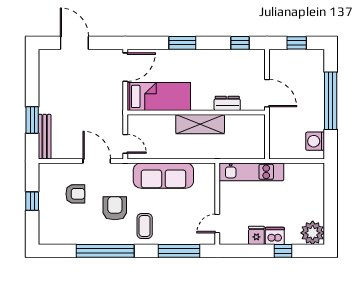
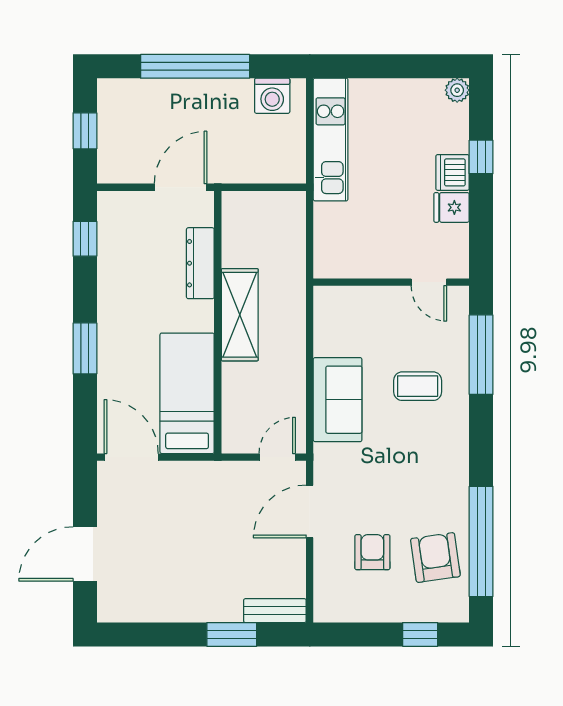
dresser: (227, 103) -> (200, 263), width x1.44
bench: (45, 137) -> (275, 611), width x0.73
kitchen unit: (251, 172) -> (331, 140), moved
sofa: (163, 176) -> (338, 400), width x0.73
window: (32, 201) -> (420, 634), moved
armchair: (115, 208) -> (435, 558), moved, turned 82
coffee table: (145, 226) -> (418, 386), moved
plant: (313, 233) -> (457, 90), width x0.53, depth x0.53
window: (105, 251) -> (481, 541), moved

